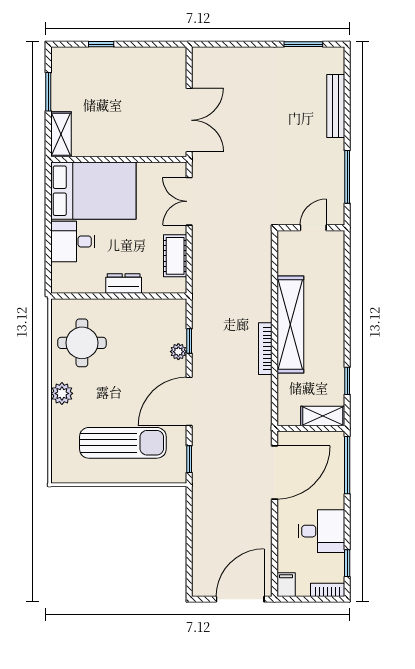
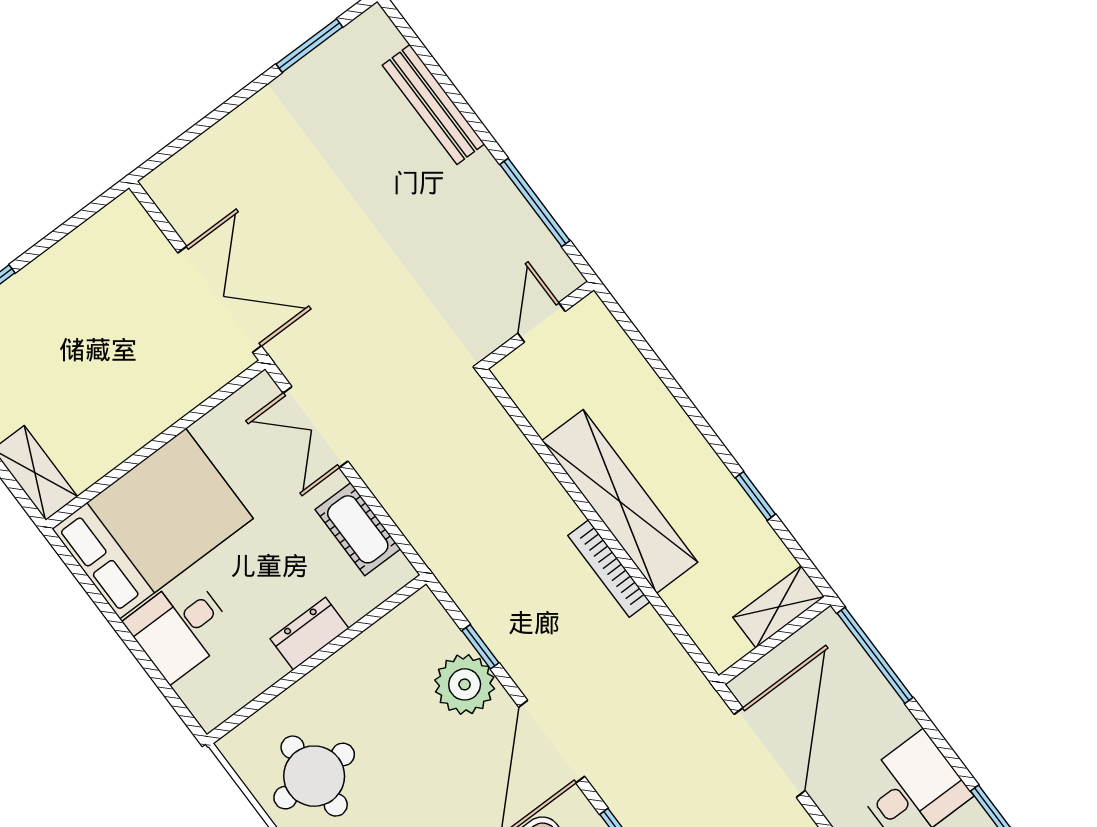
plant: (178, 352) -> (465, 684), width x1.88, depth x1.88
window: (347, 381) -> (755, 496), moved

